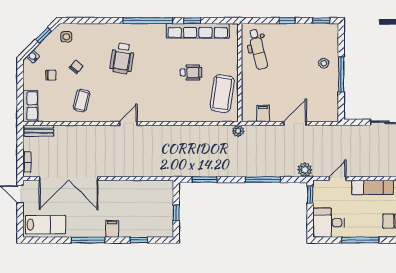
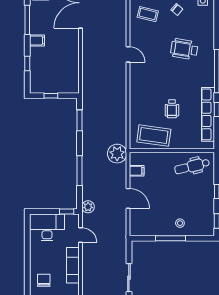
plant: (238, 131) -> (117, 154), width x1.88, depth x1.88
desk: (329, 223) -> (47, 227), width x1.37
window: (360, 240) -> (27, 255), removed

